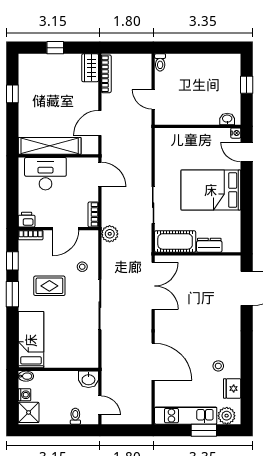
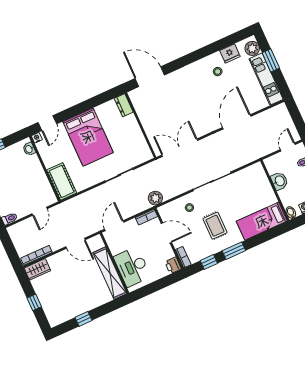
cot: (175, 241) -> (62, 181), moved
dresser: (209, 245) -> (124, 105), moved
washbasin: (88, 379) -> (279, 181), moved

